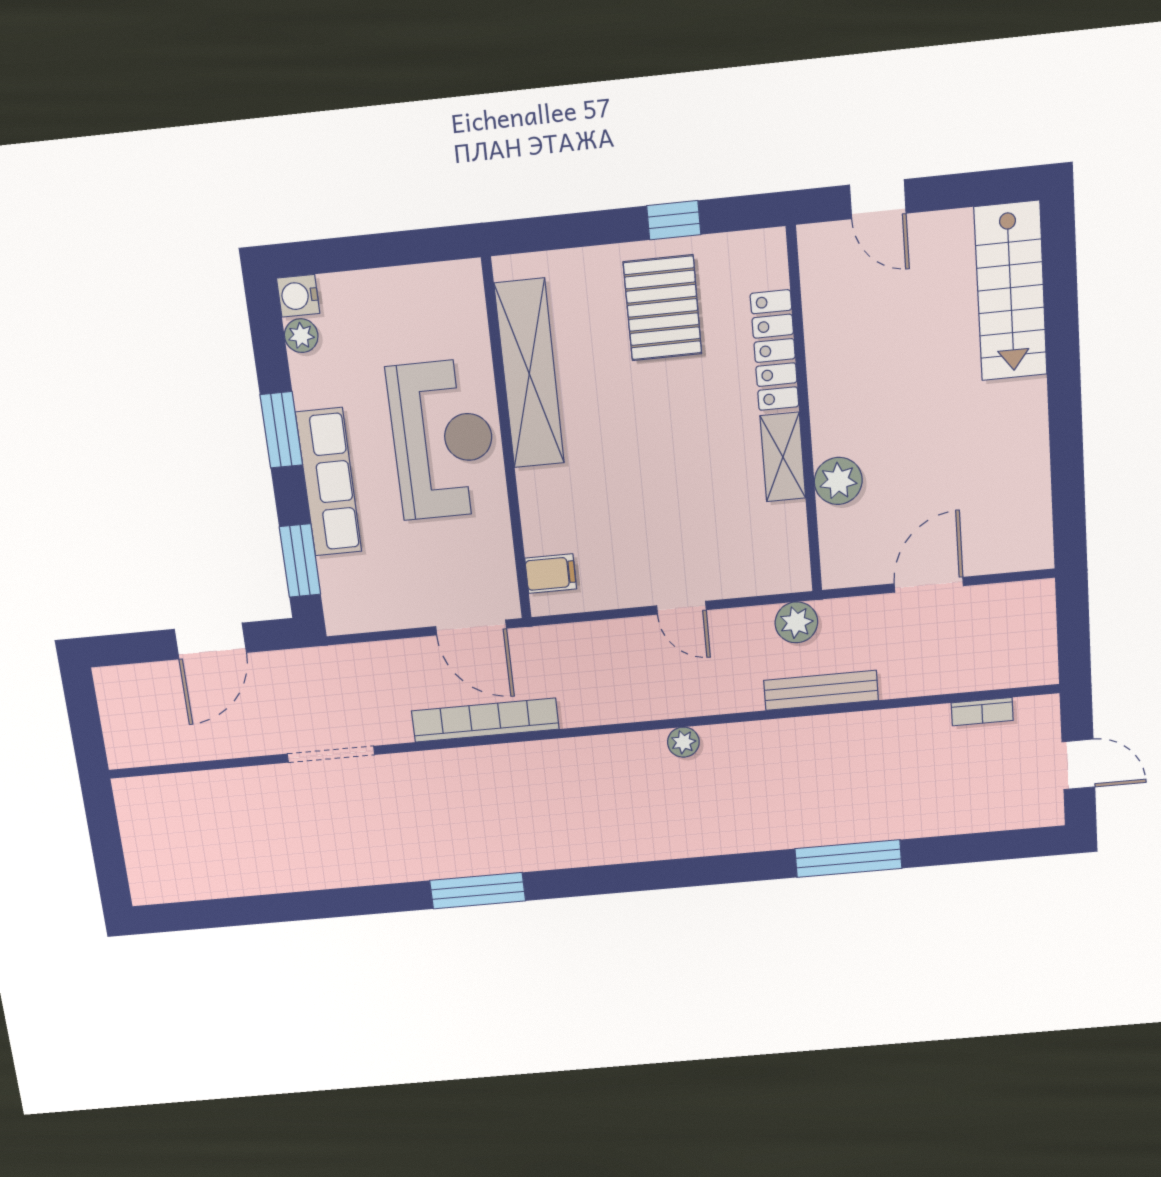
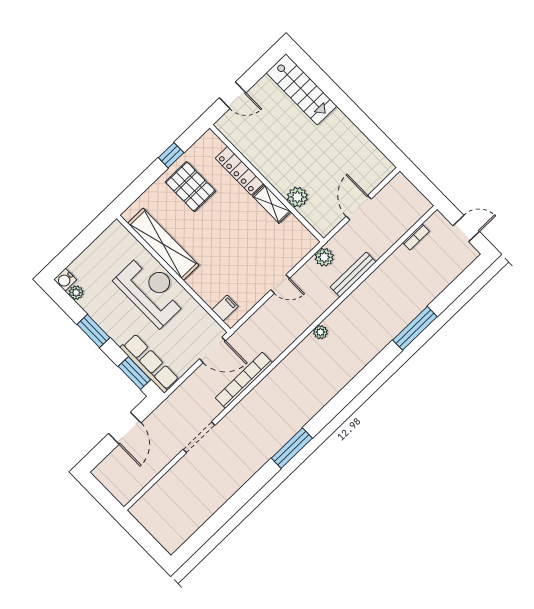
row of seats: (329, 482) -> (149, 363), moved

